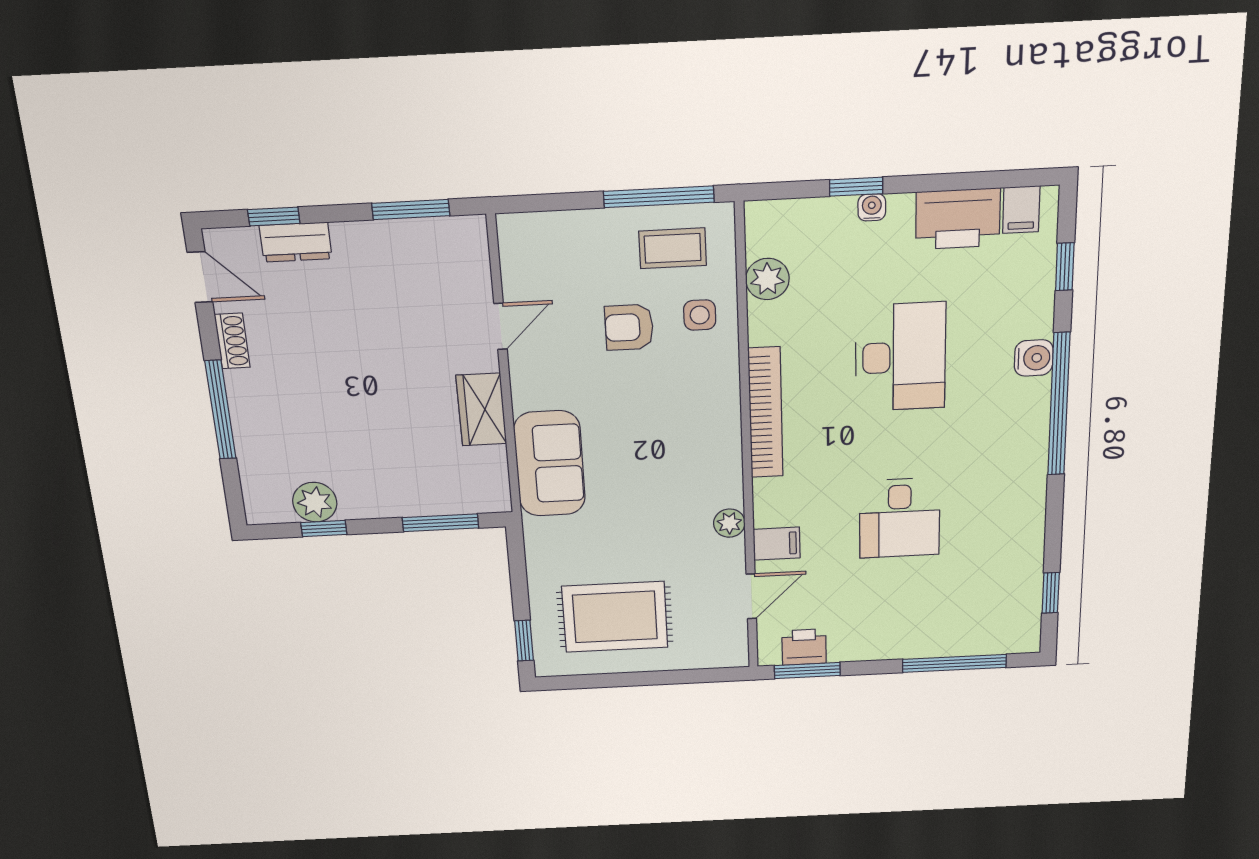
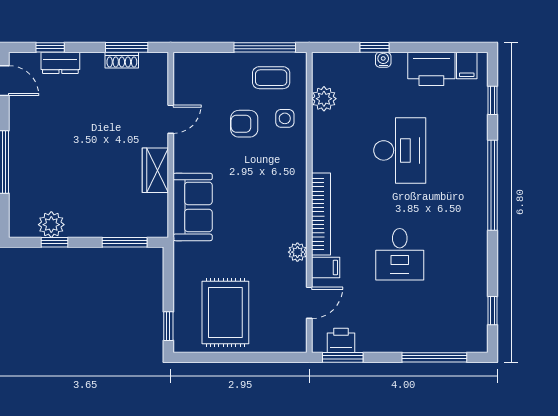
shoe rack: (232, 341) -> (122, 60), moved, turned 90
water cooler: (1034, 358) -> (477, 155), removed
bookcase: (766, 413) -> (321, 214), moved
rug: (615, 617) -> (225, 313), turned 90

